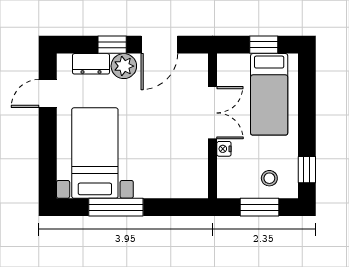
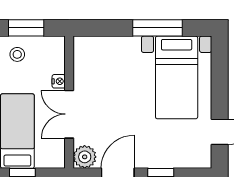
dresser: (91, 64) -> (180, 159), removed
plant: (124, 66) -> (85, 157), moved

